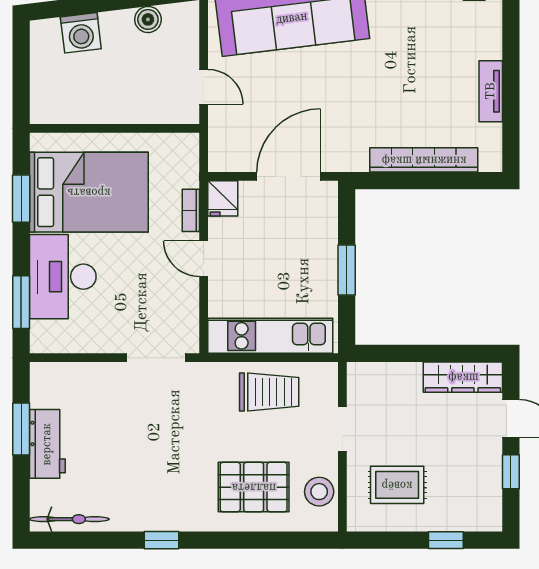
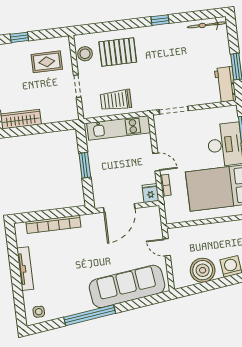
boiler: (148, 19) -> (203, 270), width x1.86, depth x1.86
tv unit: (491, 91) -> (25, 269), width x1.41
workbench: (47, 444) -> (225, 84), moved

